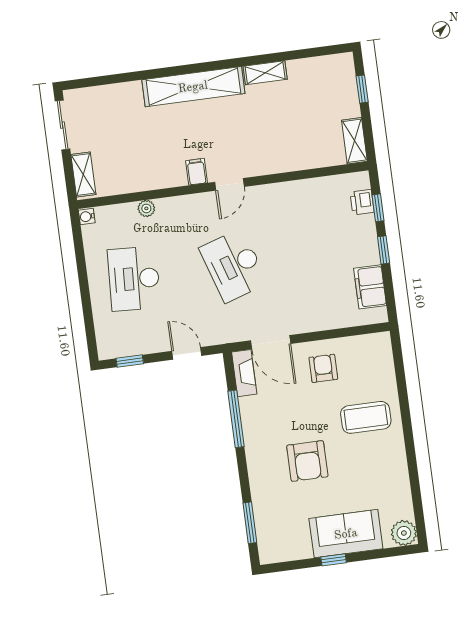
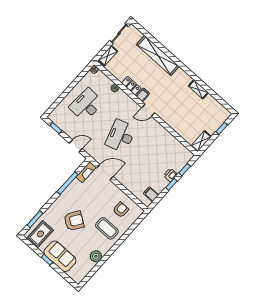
shelving: (193, 87) -> (158, 55), moved
locker: (165, 178) -> (131, 86), added
printer: (362, 202) -> (170, 175), moved
filing cabinet: (370, 287) -> (151, 194), width x0.50
door: (271, 342) -> (105, 172), swing flipped
door: (187, 353) -> (76, 146), hinge flipped
armchair: (323, 368) -> (121, 210), moved
armchair: (307, 461) -> (74, 221), turned -146
plant: (404, 533) -> (96, 256), moved
rug: (282, 534) -> (40, 234), added

